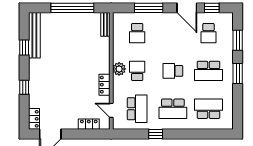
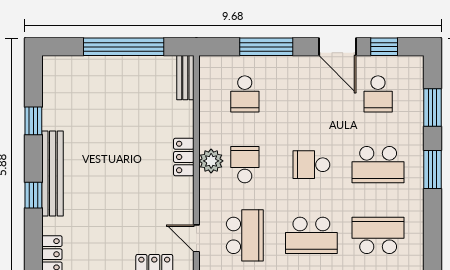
bench: (34, 35) -> (53, 174), moved
locker: (105, 85) -> (184, 157), moved

